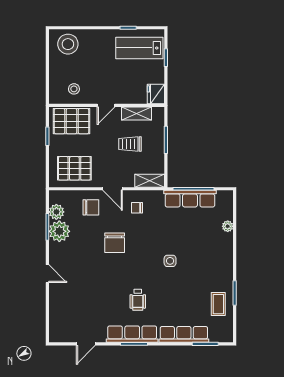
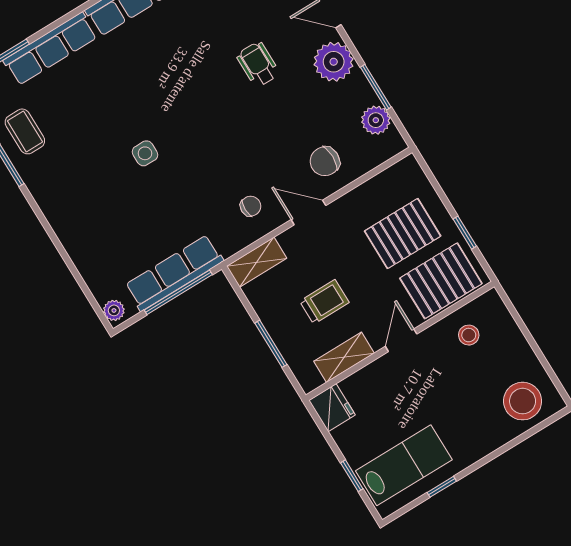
pallet: (74, 168) -> (403, 234), moved
plant: (228, 226) -> (114, 310), moved
plant: (59, 231) -> (334, 62), moved
chair: (115, 243) -> (252, 128), removed
wheelchair: (138, 300) -> (258, 64), moved

